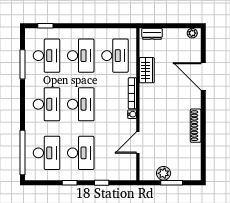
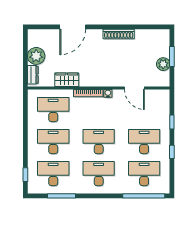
plant: (192, 33) -> (36, 56), moved, width x1.88, depth x1.88

